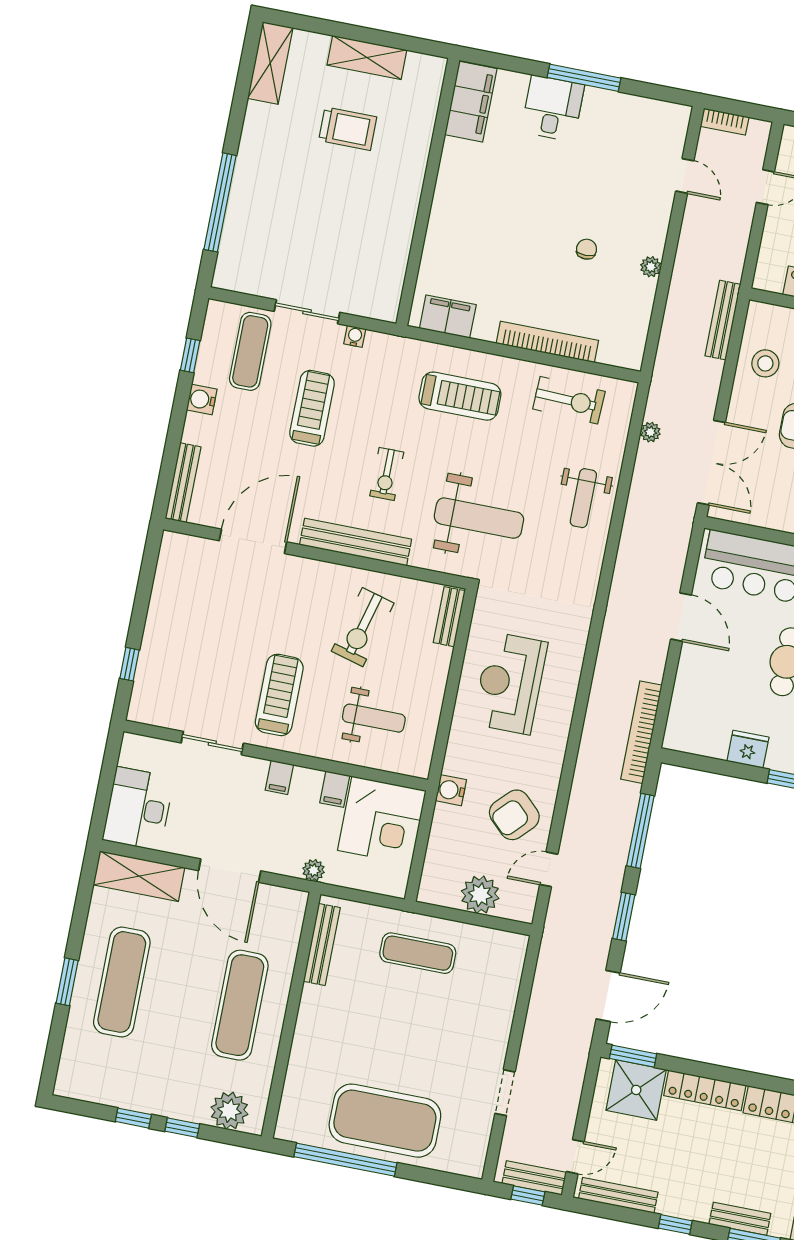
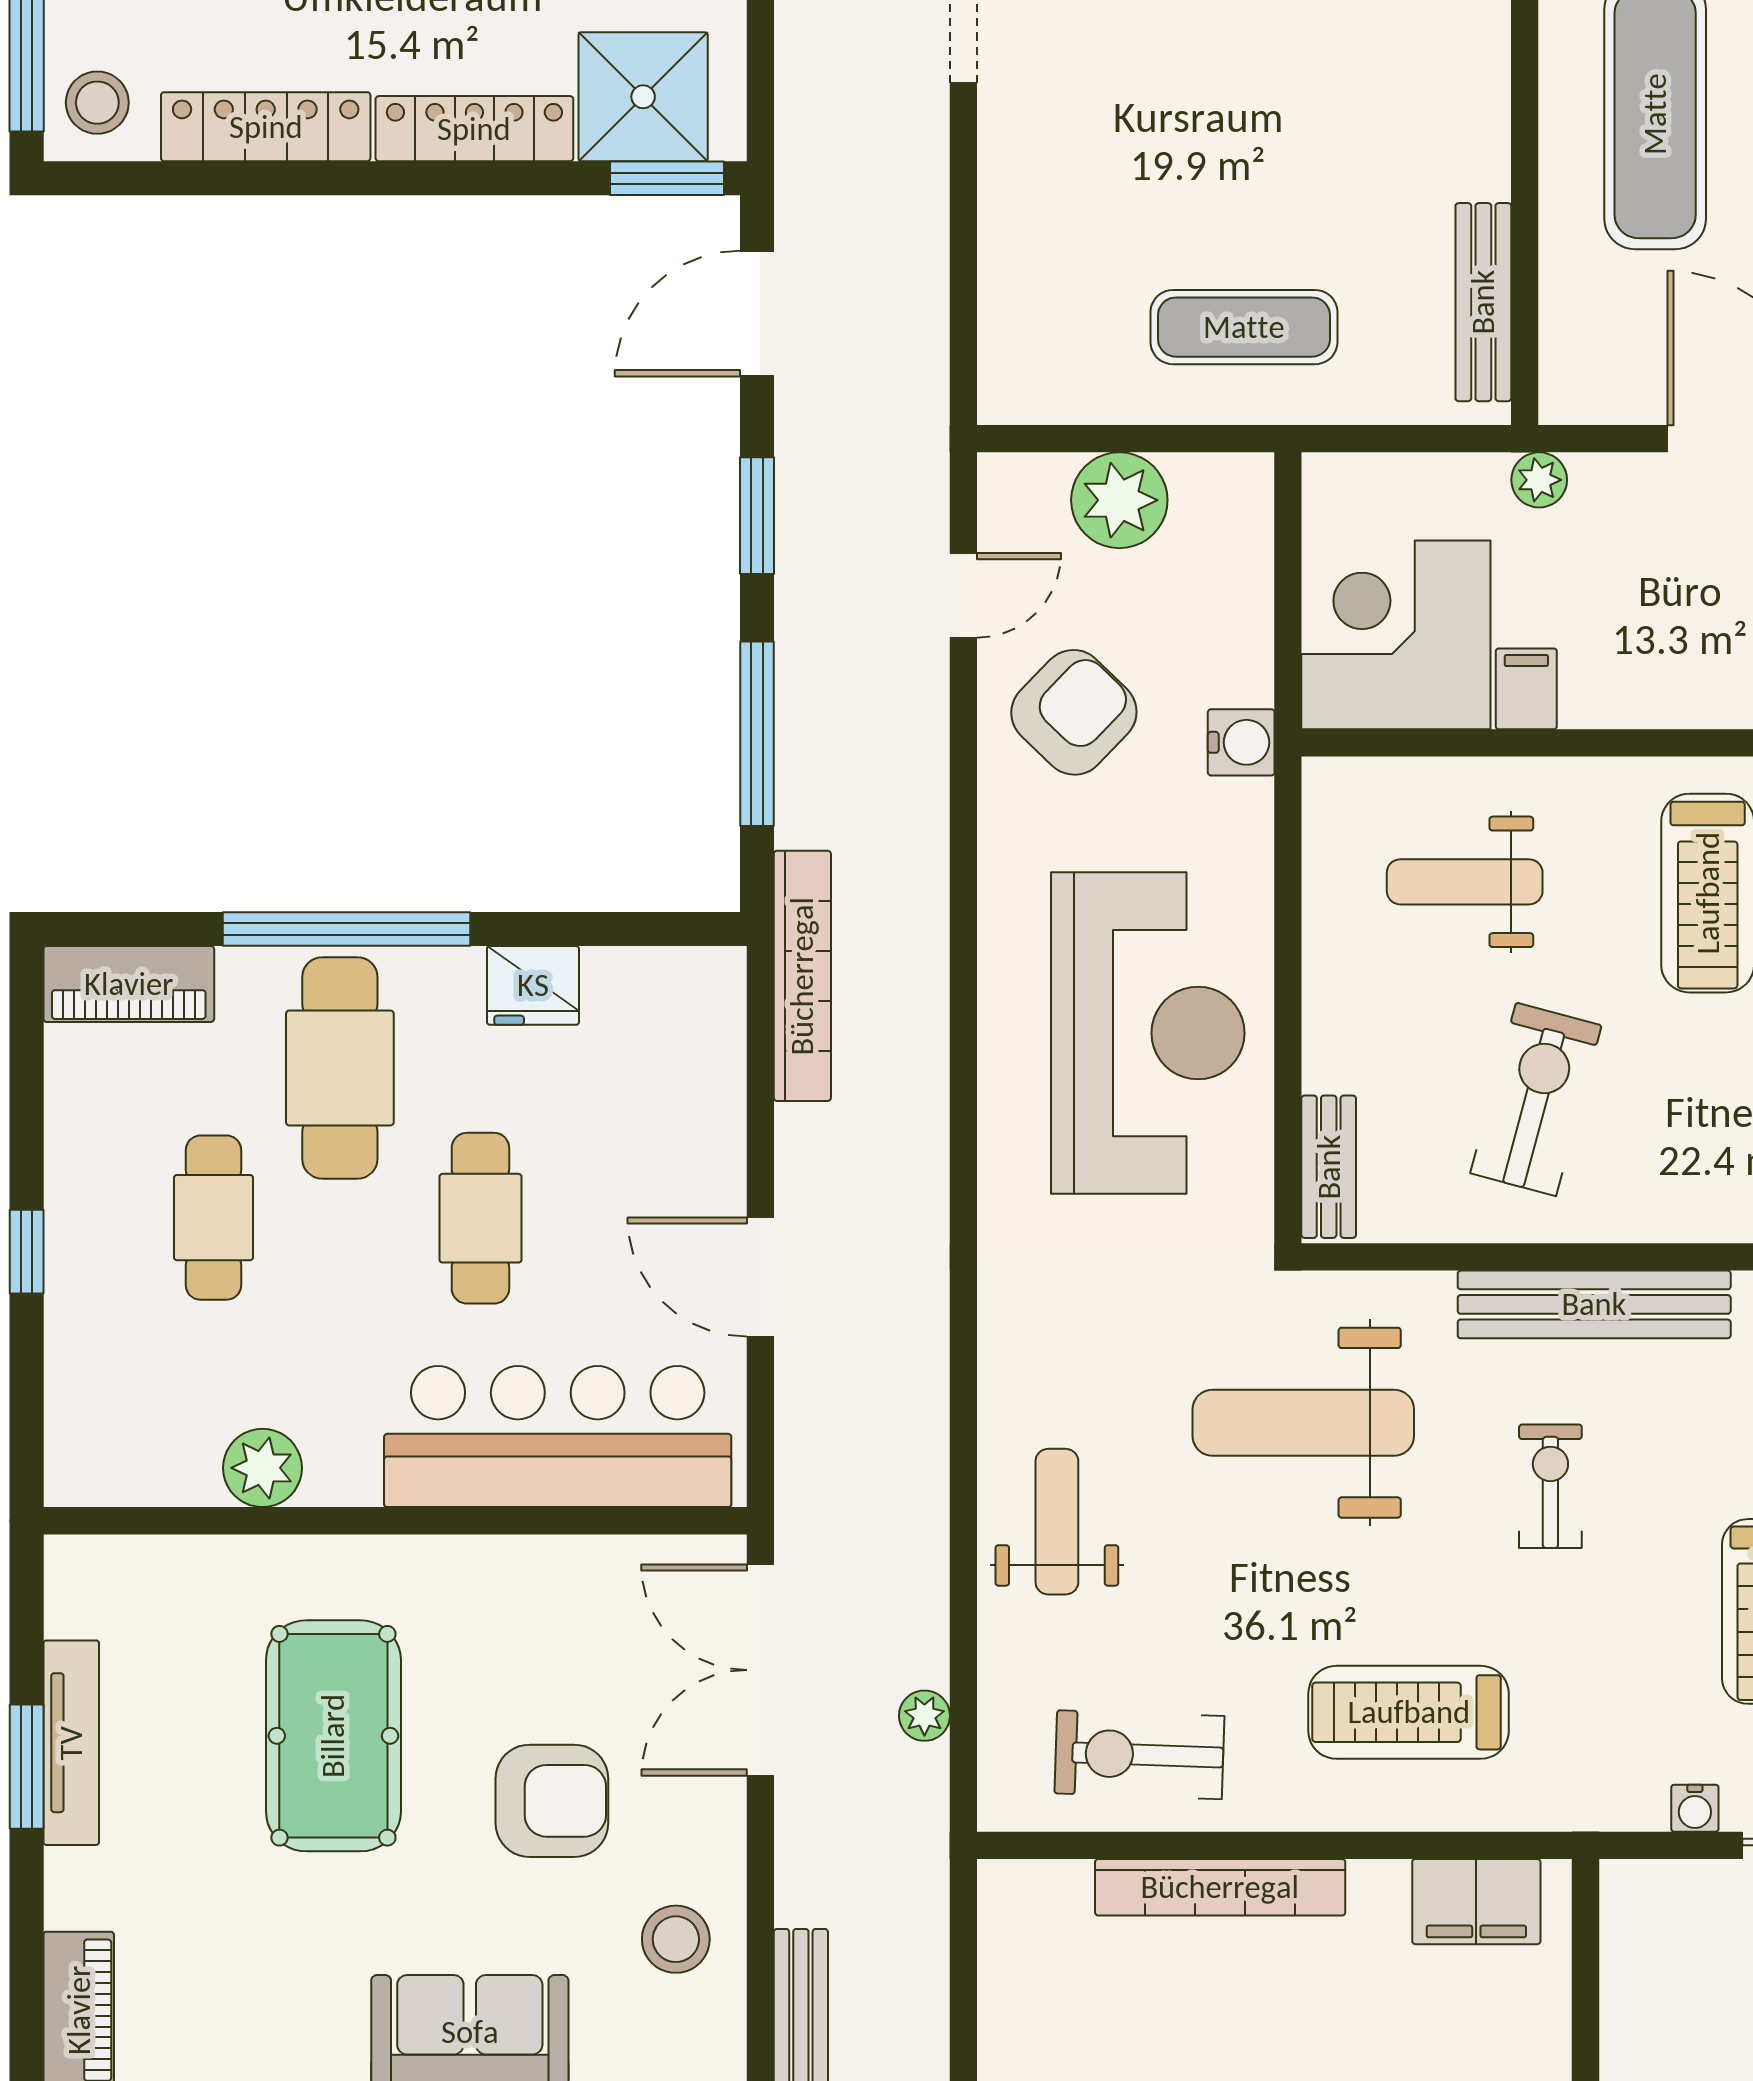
reception desk: (510, 683) -> (1148, 1033), width x1.36, depth x1.30
filing cabinet: (279, 777) -> (1668, 691), removed

